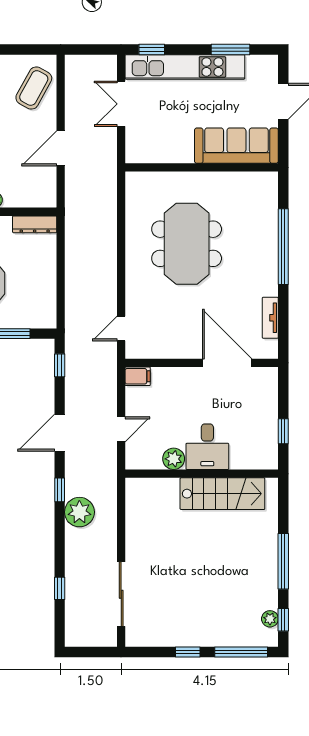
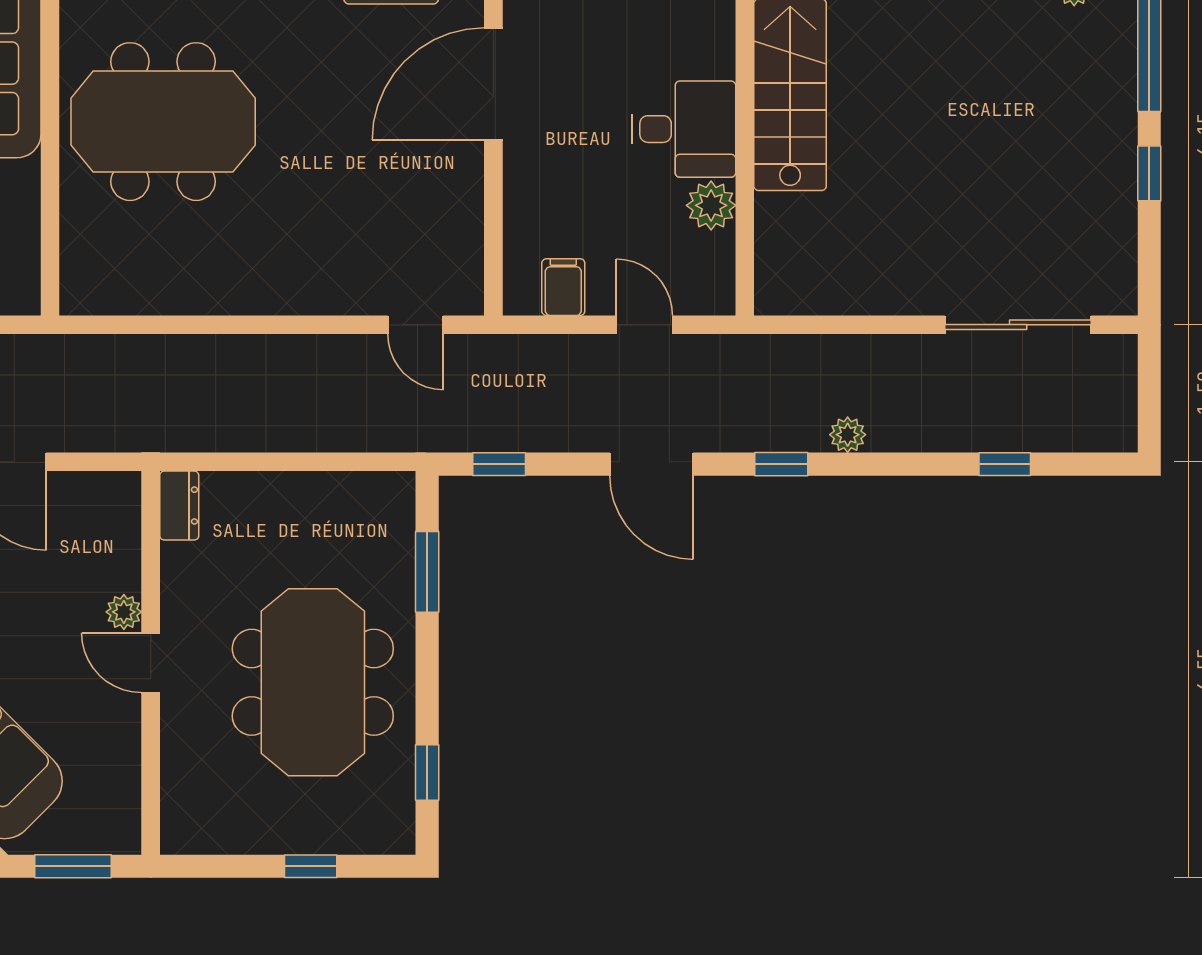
dresser: (35, 224) -> (179, 506), width x0.70
meeting table: (187, 244) -> (163, 122), moved
filing cabinet: (138, 376) -> (563, 287), moved
plant: (79, 512) -> (848, 435), width x0.53, depth x0.53

